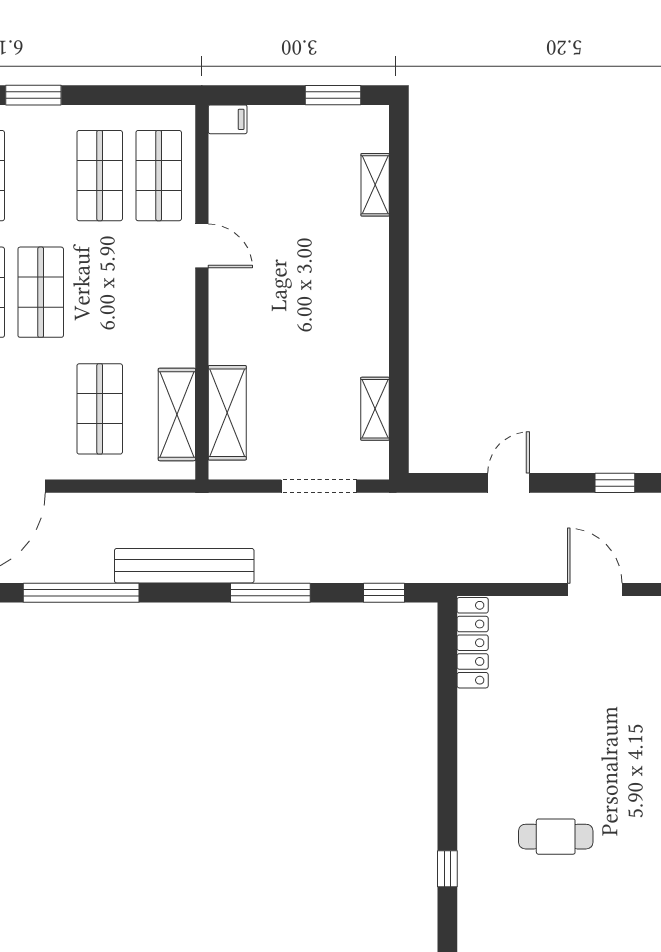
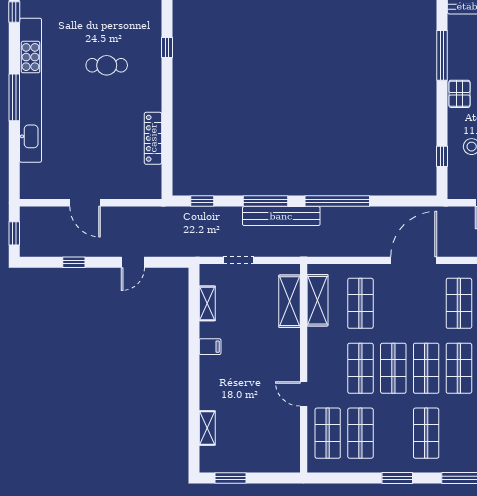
filing cabinet: (228, 119) -> (210, 347), moved, turned 180
shop shelf: (100, 292) -> (360, 368), added
doorway: (319, 486) -> (238, 260), width x0.73
bench: (184, 566) -> (281, 216), moved
window: (81, 593) -> (337, 201), moved
locker: (473, 643) -> (153, 138), moved

